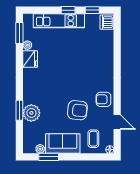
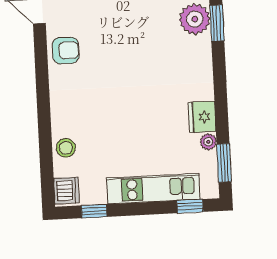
window: (68, 10) -> (190, 206), moved
stool: (106, 46) -> (66, 148), added
armchair: (77, 110) -> (112, 28), removed

